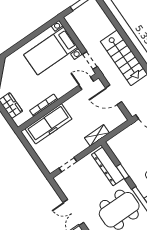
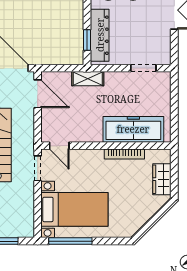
window: (40, 30) -> (70, 241), added
door: (114, 95) -> (38, 94), moved
window: (123, 171) -> (87, 40), moved

